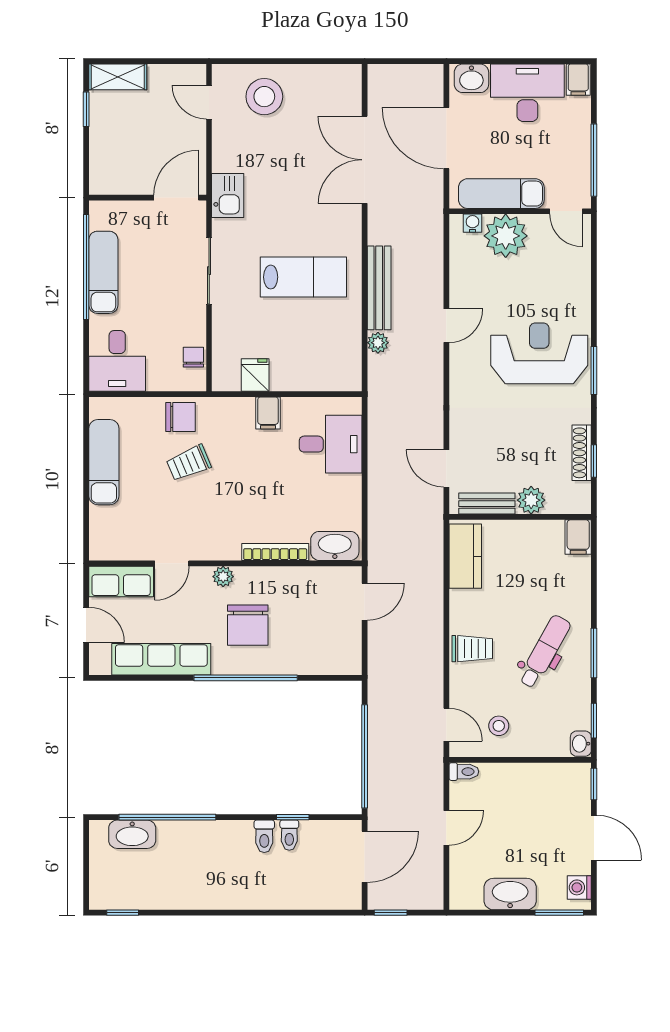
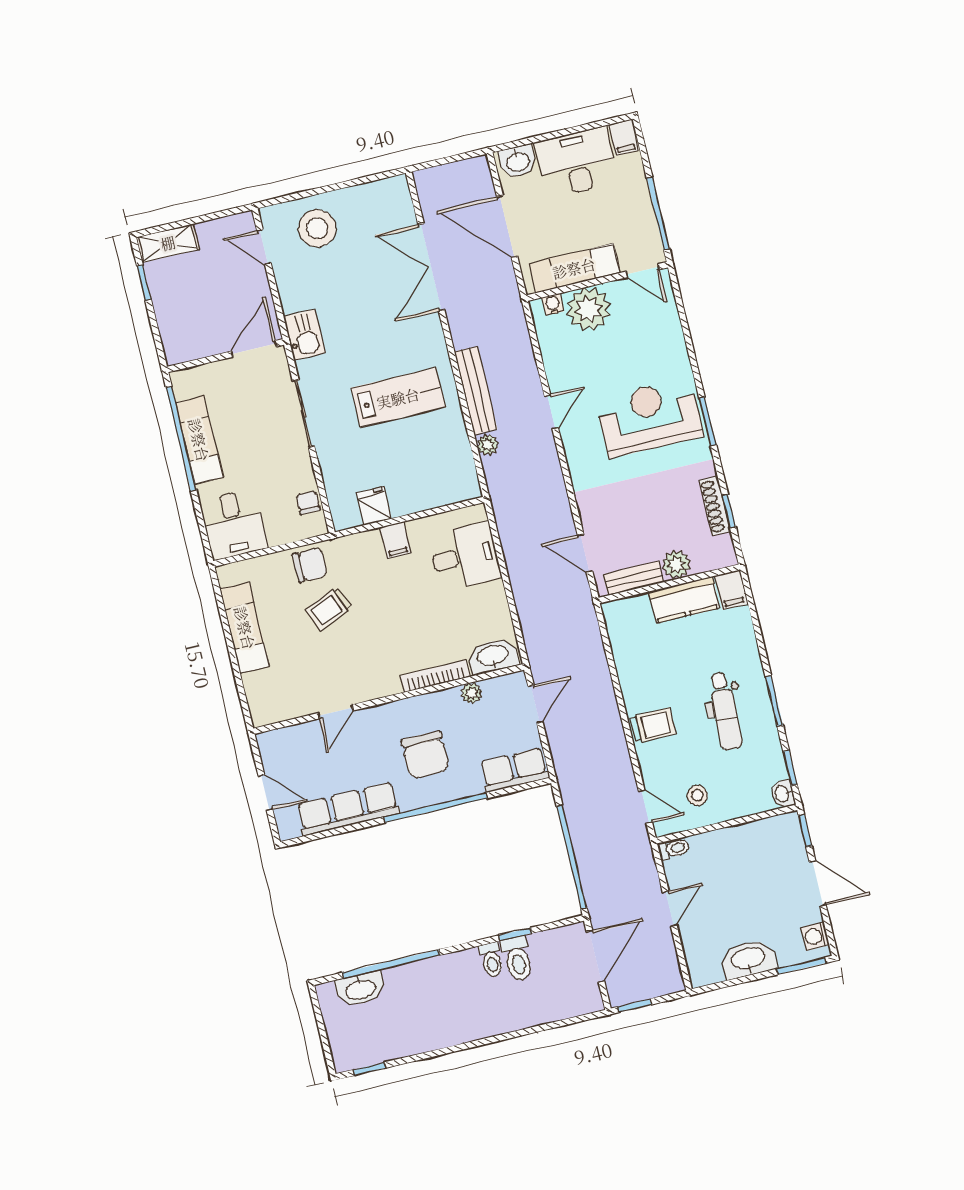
kitchen counter: (465, 556) -> (684, 600), moved, turned 90
plant: (223, 577) -> (471, 693), moved
row of seats: (121, 581) -> (514, 770), moved, turned 180
dental chair: (545, 652) -> (725, 711), turned 153
toilet: (289, 835) -> (517, 959), width x1.37, depth x1.39

